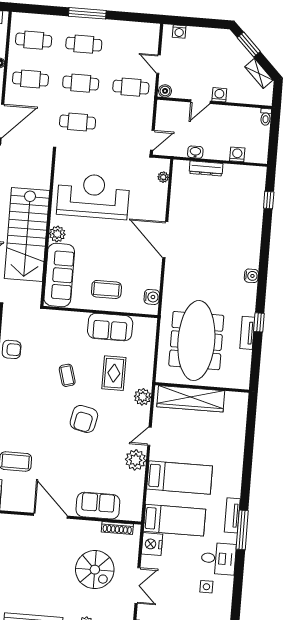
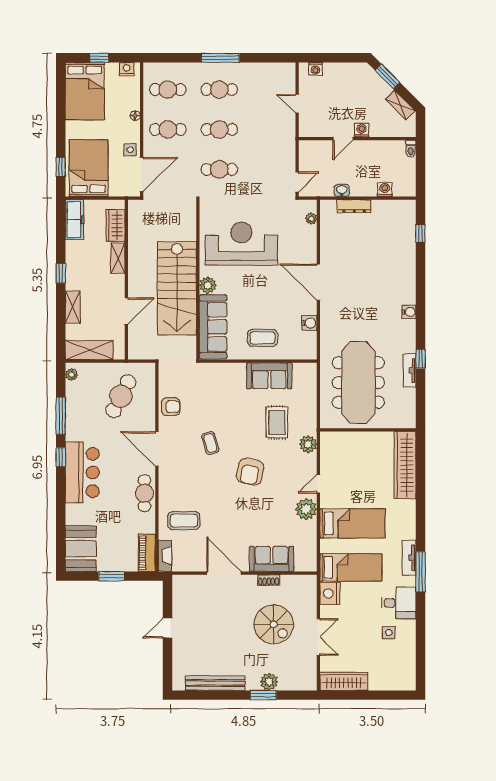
cafe table: (131, 87) -> (271, 129), removed
boiler: (165, 91) -> (306, 131), removed
water cooler: (152, 297) -> (309, 323), moved
coffee table: (67, 375) -> (210, 443), moved
wardrobe: (191, 399) -> (405, 465), moved, turned 90
shoe rack: (117, 528) -> (269, 580), moved, width x0.70

